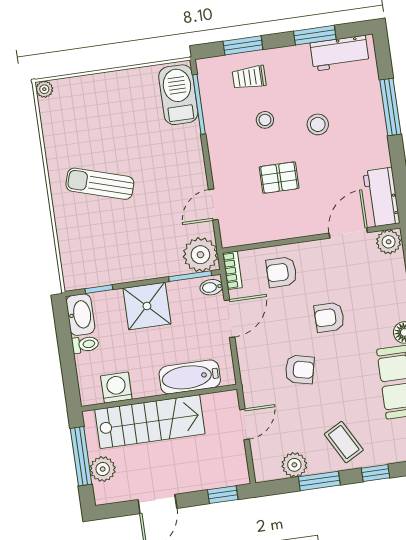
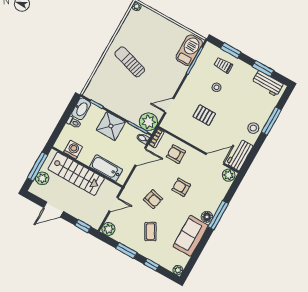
stool: (318, 124) -> (253, 128), moved
coffee table: (344, 442) -> (150, 232), moved
plant: (294, 465) -> (108, 229), moved

